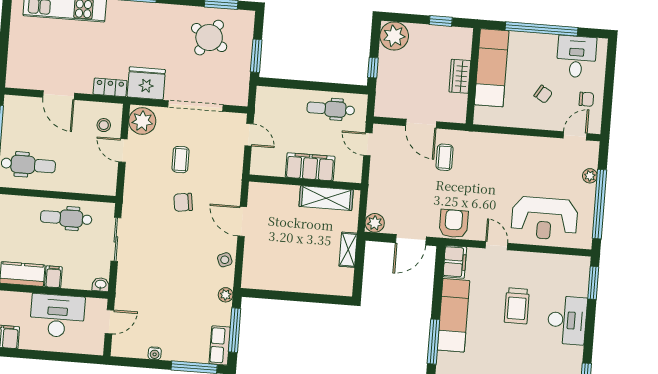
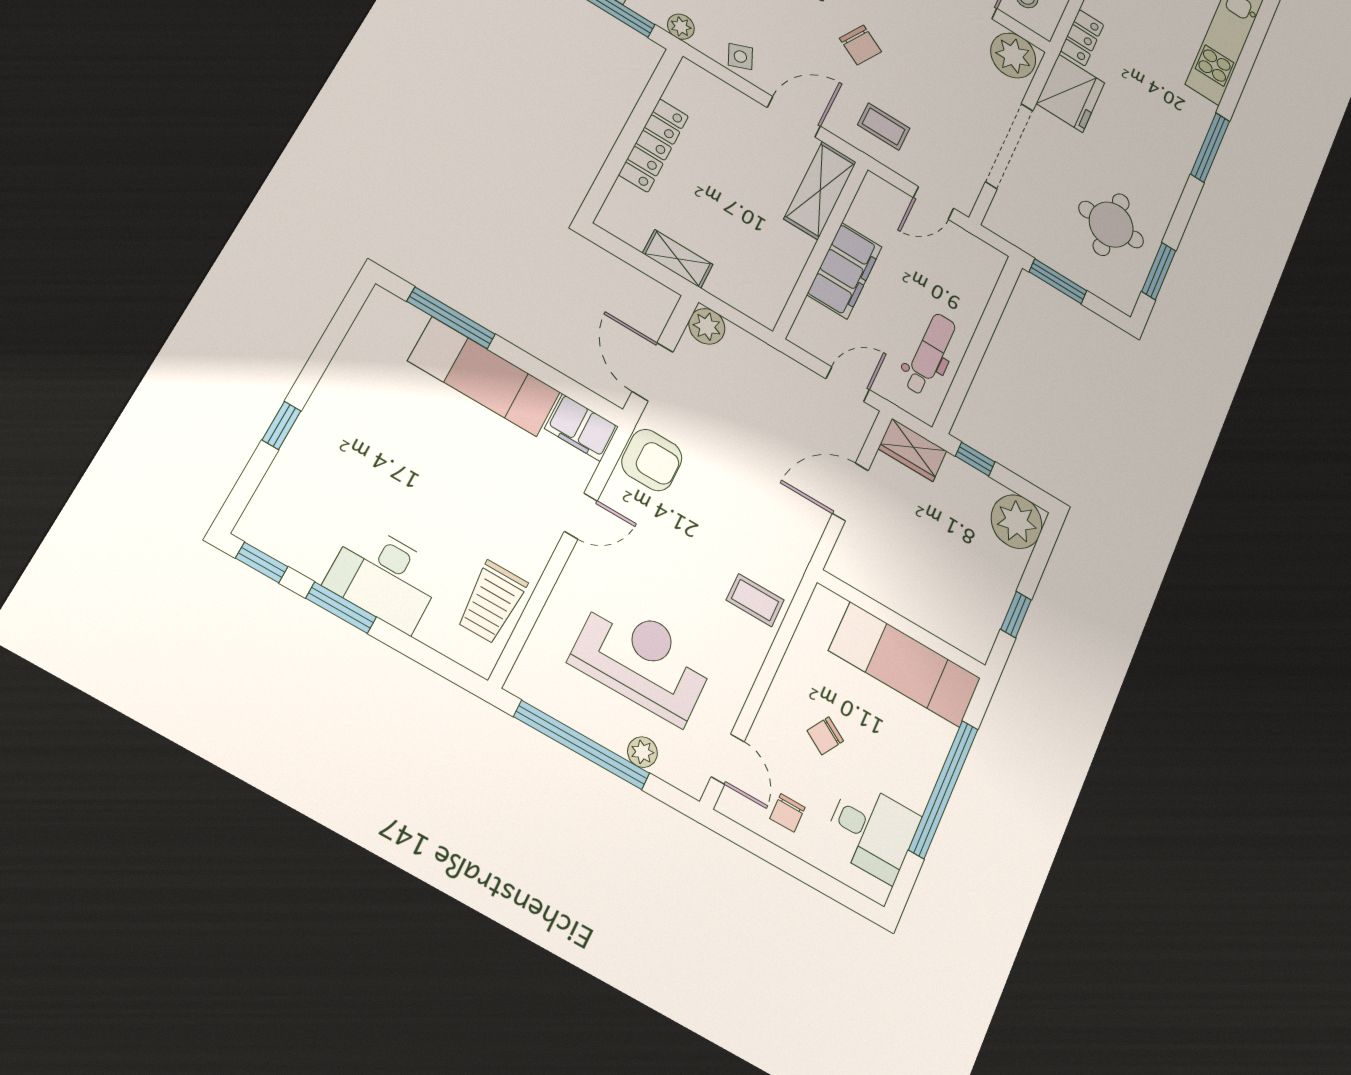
round table: (209, 38) -> (1111, 225), turned -32
wardrobe: (460, 76) -> (912, 450), moved, turned 180
coffee table: (445, 157) -> (755, 600), moved
coffee table: (181, 160) -> (884, 127), moved
shelving: (326, 198) -> (820, 190), moved
chair: (183, 202) -> (860, 45), turned 127
reception desk: (544, 218) -> (642, 660), moved, turned 90
locker: (296, 283) -> (654, 145), added
window: (593, 283) -> (341, 608), moved
trolley: (517, 306) -> (492, 602), moved, turned -90

